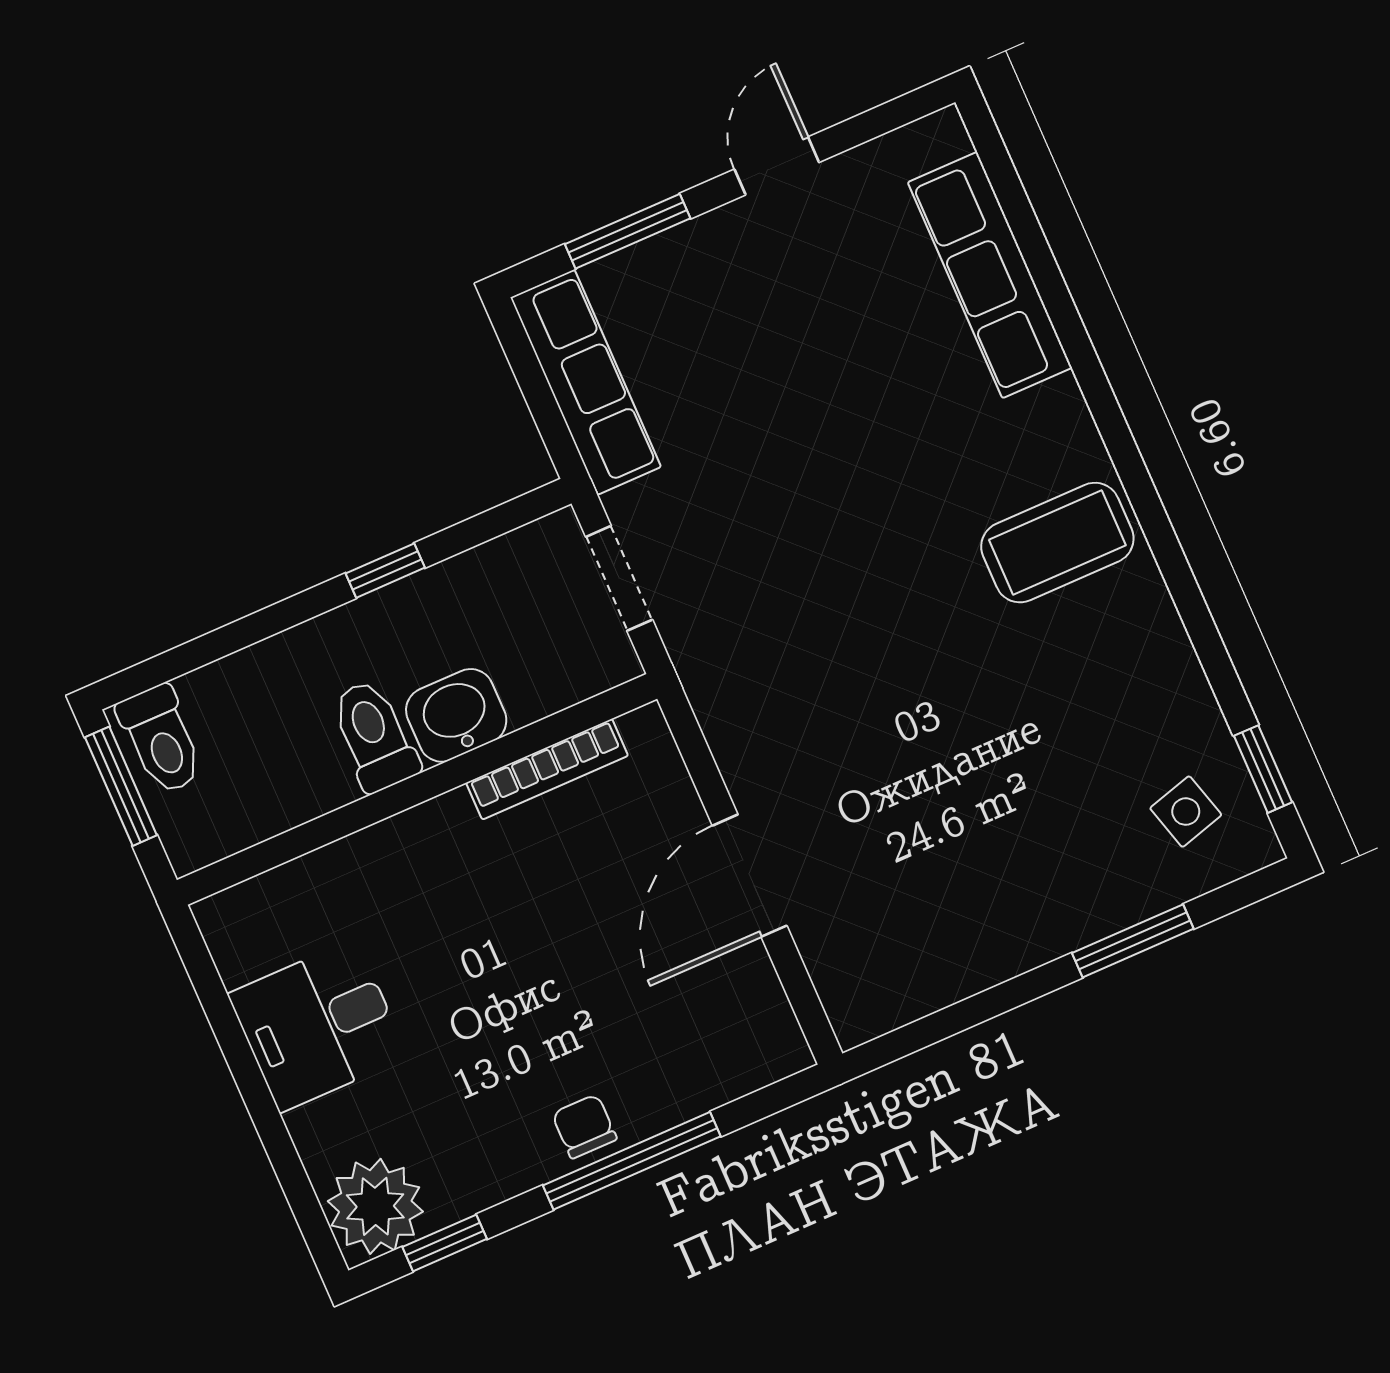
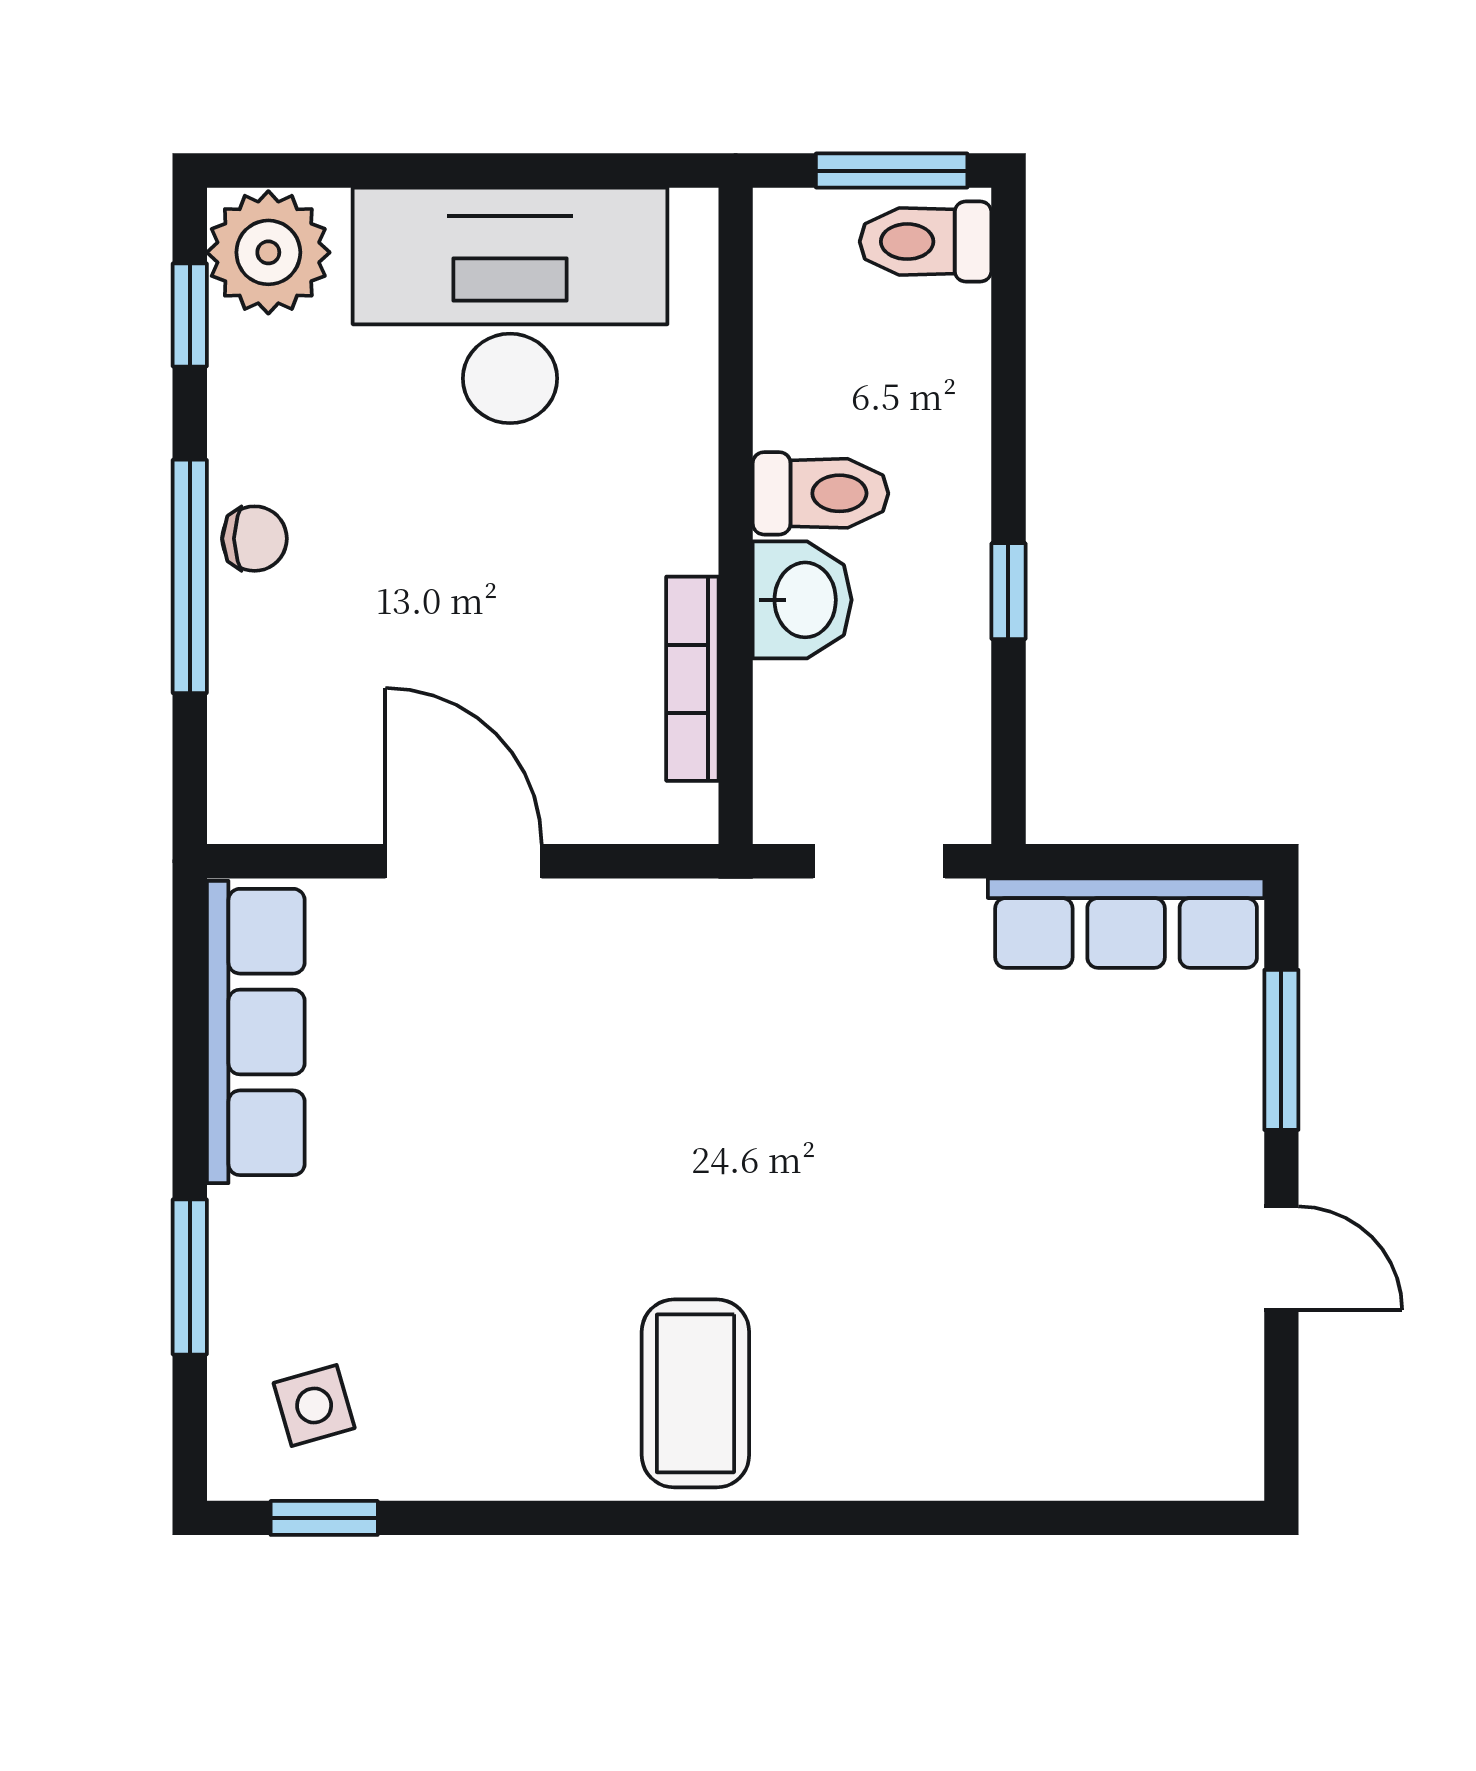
row of seats: (990, 275) -> (256, 1032), moved, turned 90
desk: (318, 1025) -> (510, 305), width x1.87, depth x1.30

